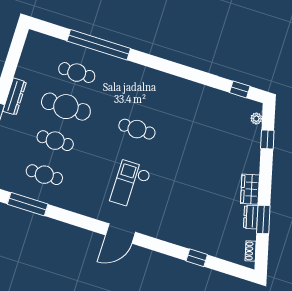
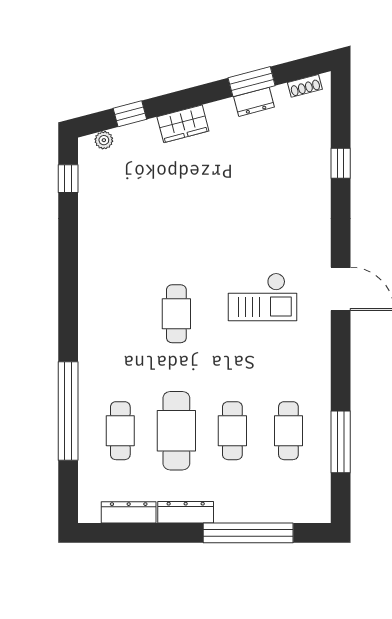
dresser: (26, 62) -> (129, 512), added
wardrobe: (250, 189) -> (183, 124), moved

